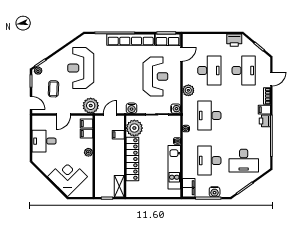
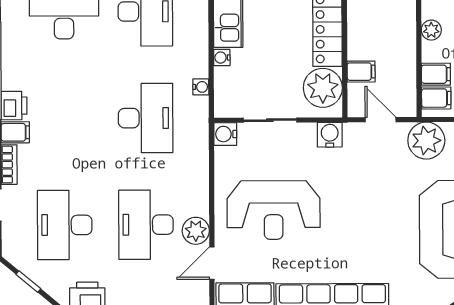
reception desk: (155, 76) -> (274, 210), turned -90
plant: (188, 90) -> (196, 231), moved
door: (110, 114) -> (381, 120), swing flipped

